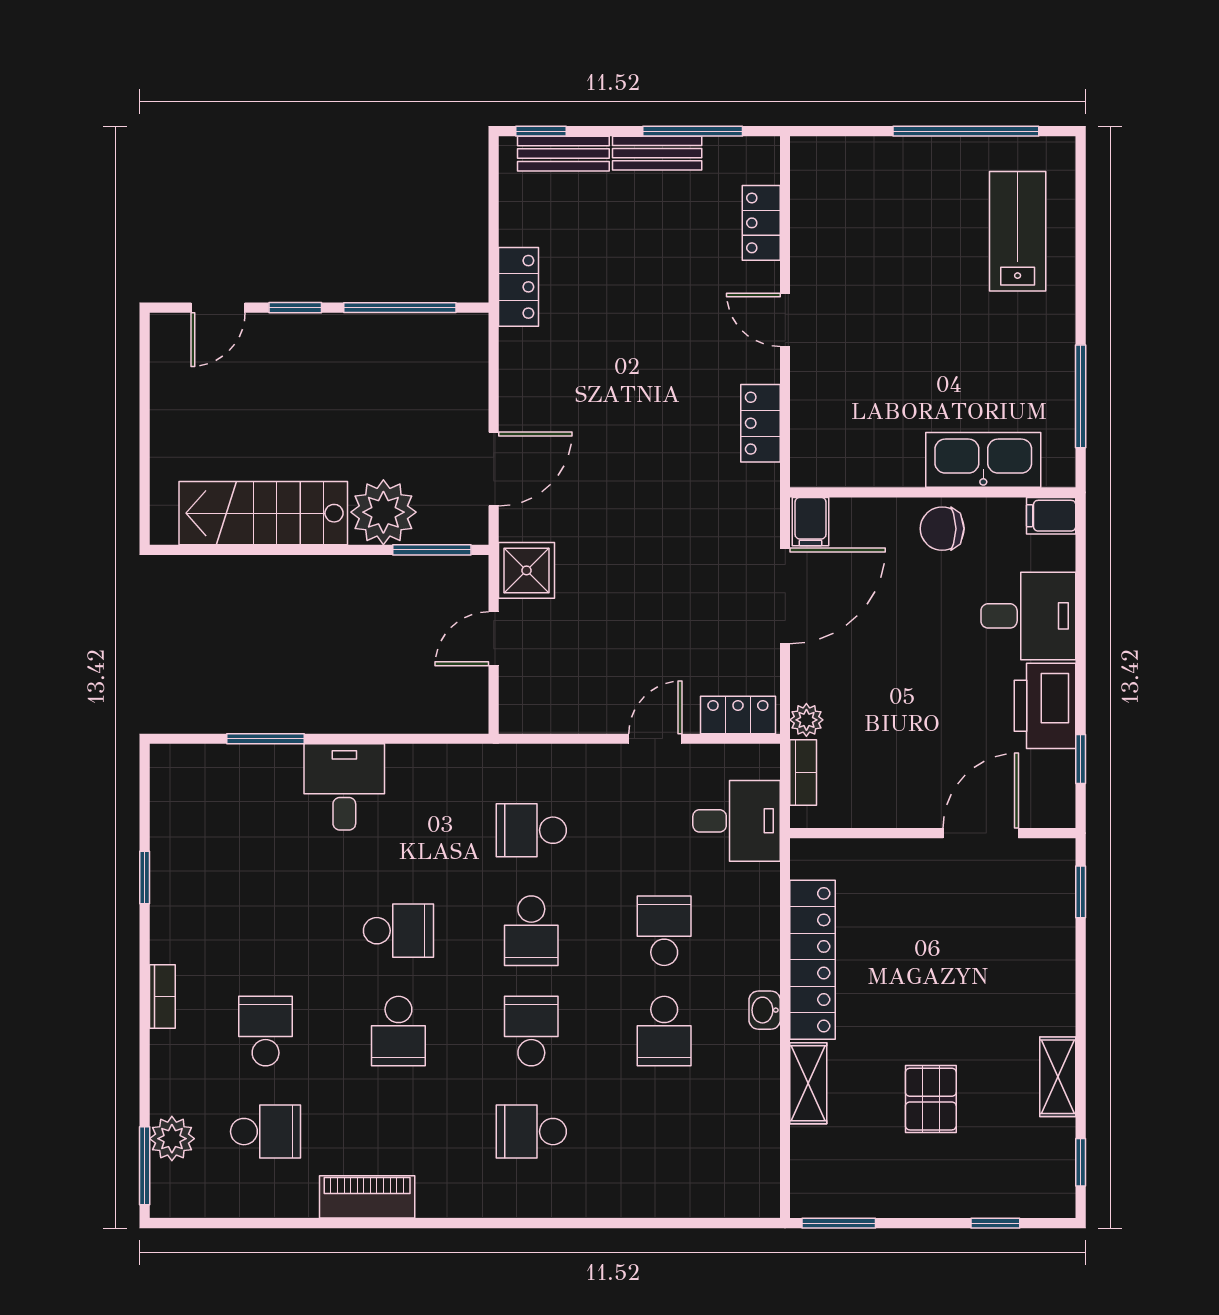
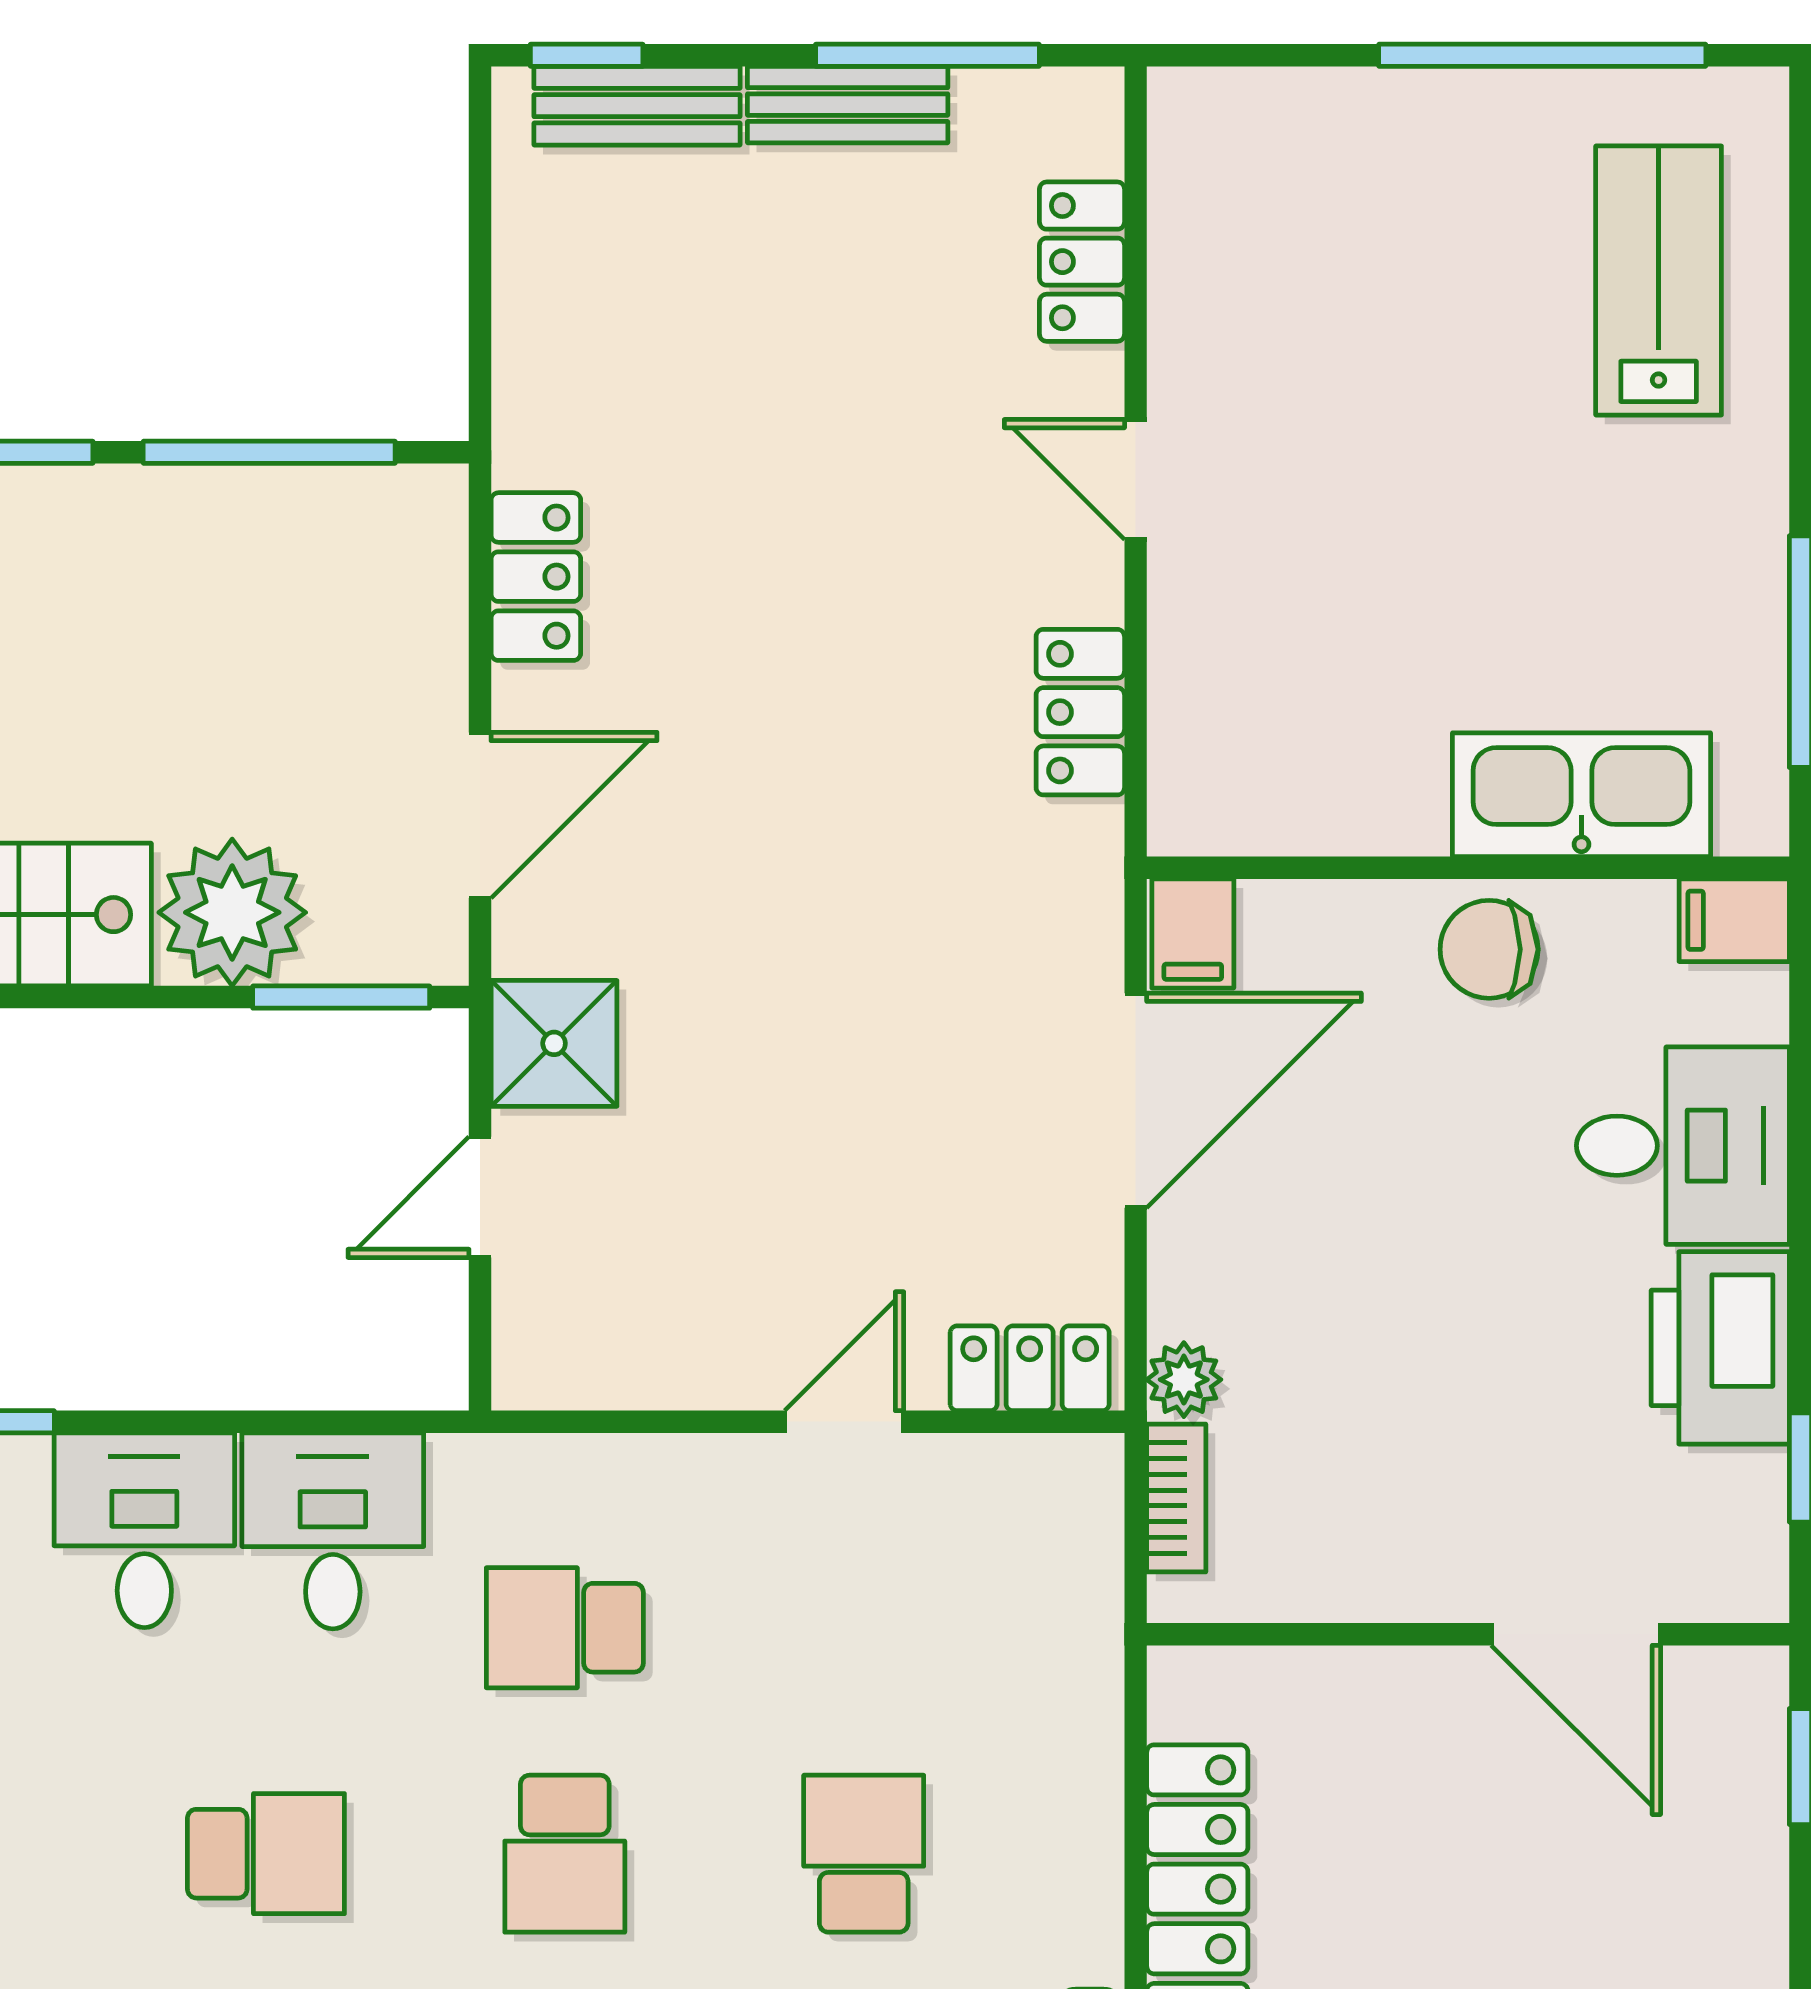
locker: (518, 287) -> (536, 577), moved
desk: (737, 821) -> (333, 1531), moved, turned -90
door: (981, 833) -> (1576, 1634), swing flipped

